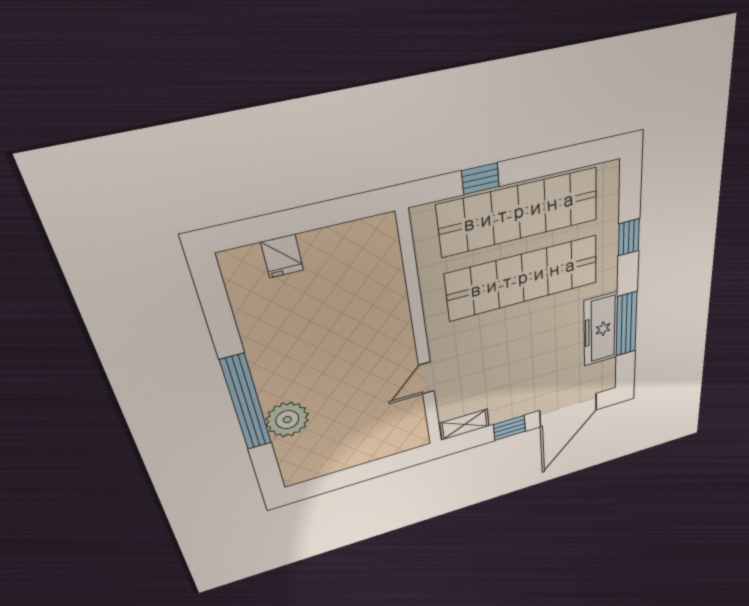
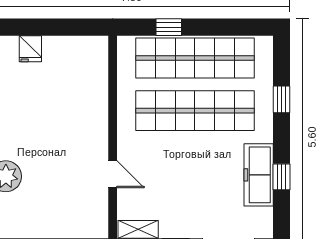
window: (626, 324) -> (282, 177), width x0.46
door: (426, 378) -> (113, 174), swing flipped

